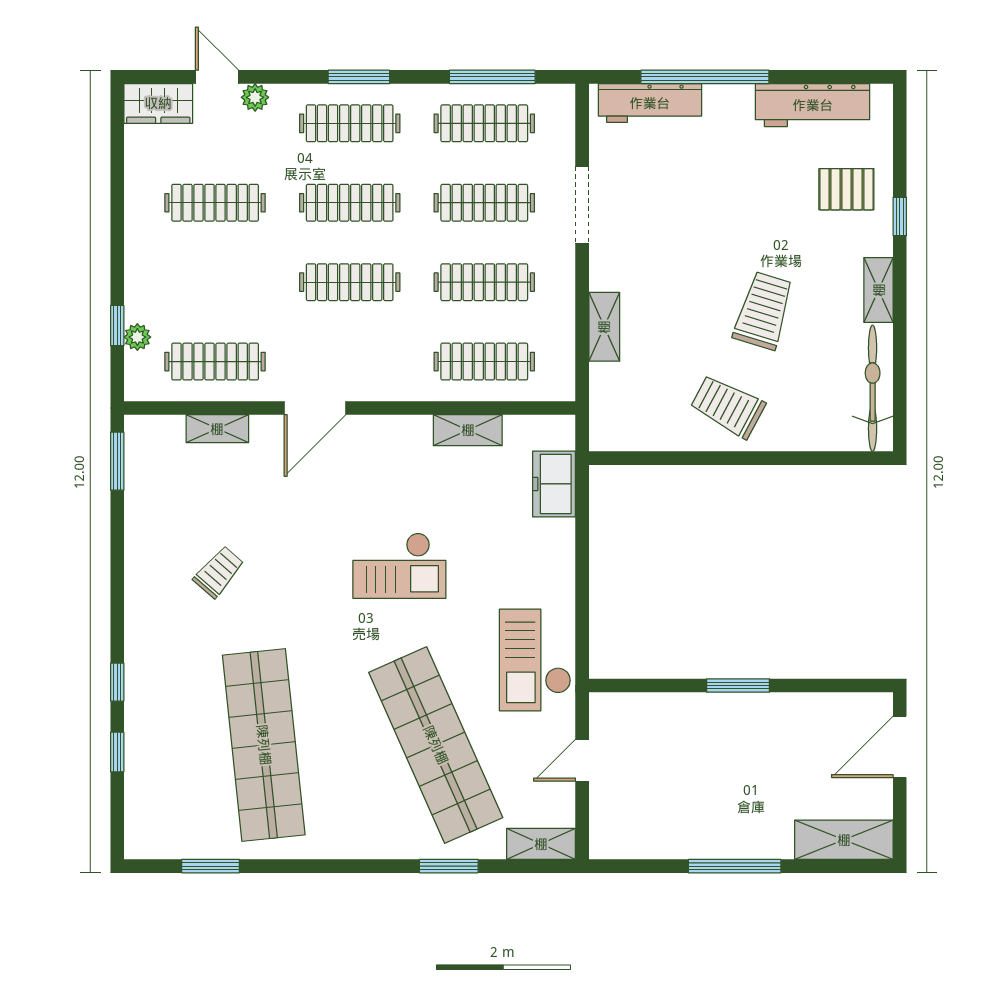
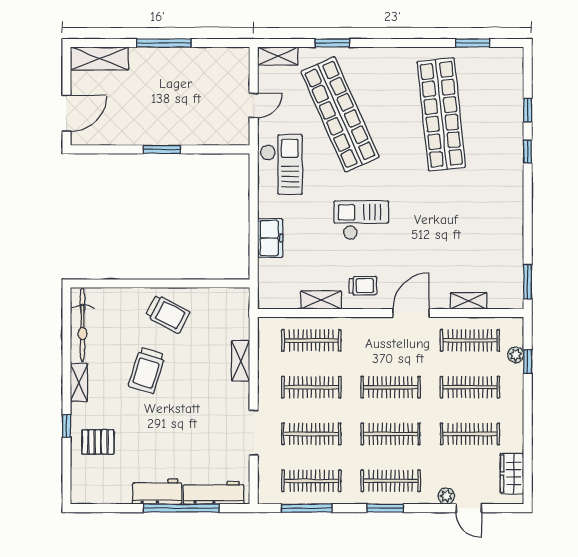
wardrobe: (158, 103) -> (512, 474), moved, turned -90
workbench: (813, 105) -> (157, 492), moved, width x0.73
clothes rail: (215, 282) -> (470, 387), added
freezer: (554, 484) -> (270, 238), moved
trolley: (219, 572) -> (363, 286), moved, turned -131

